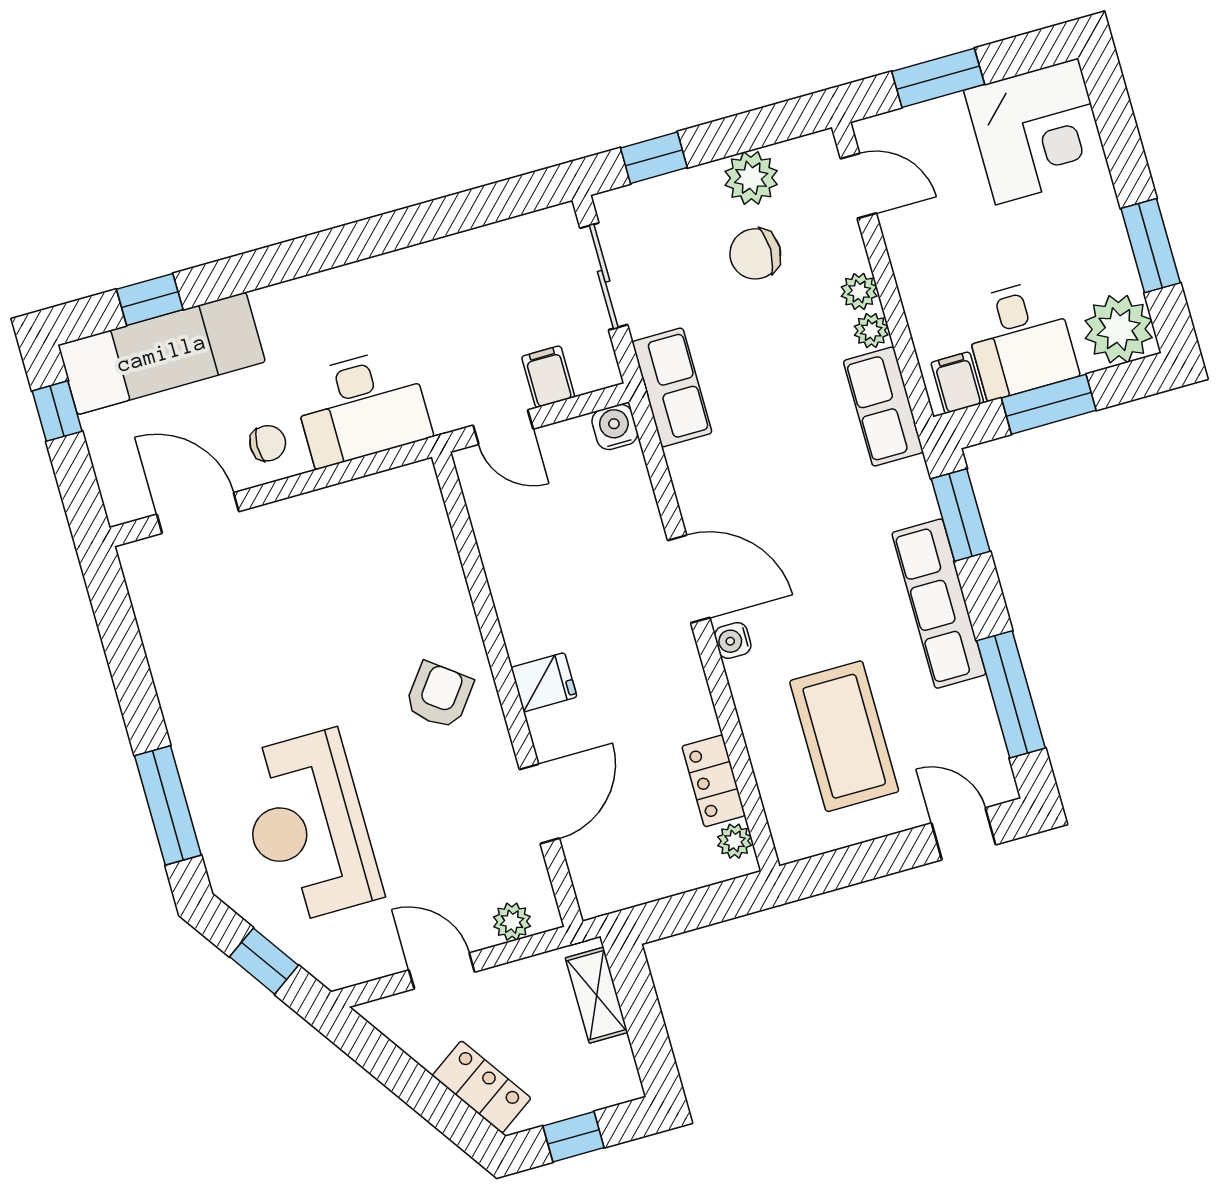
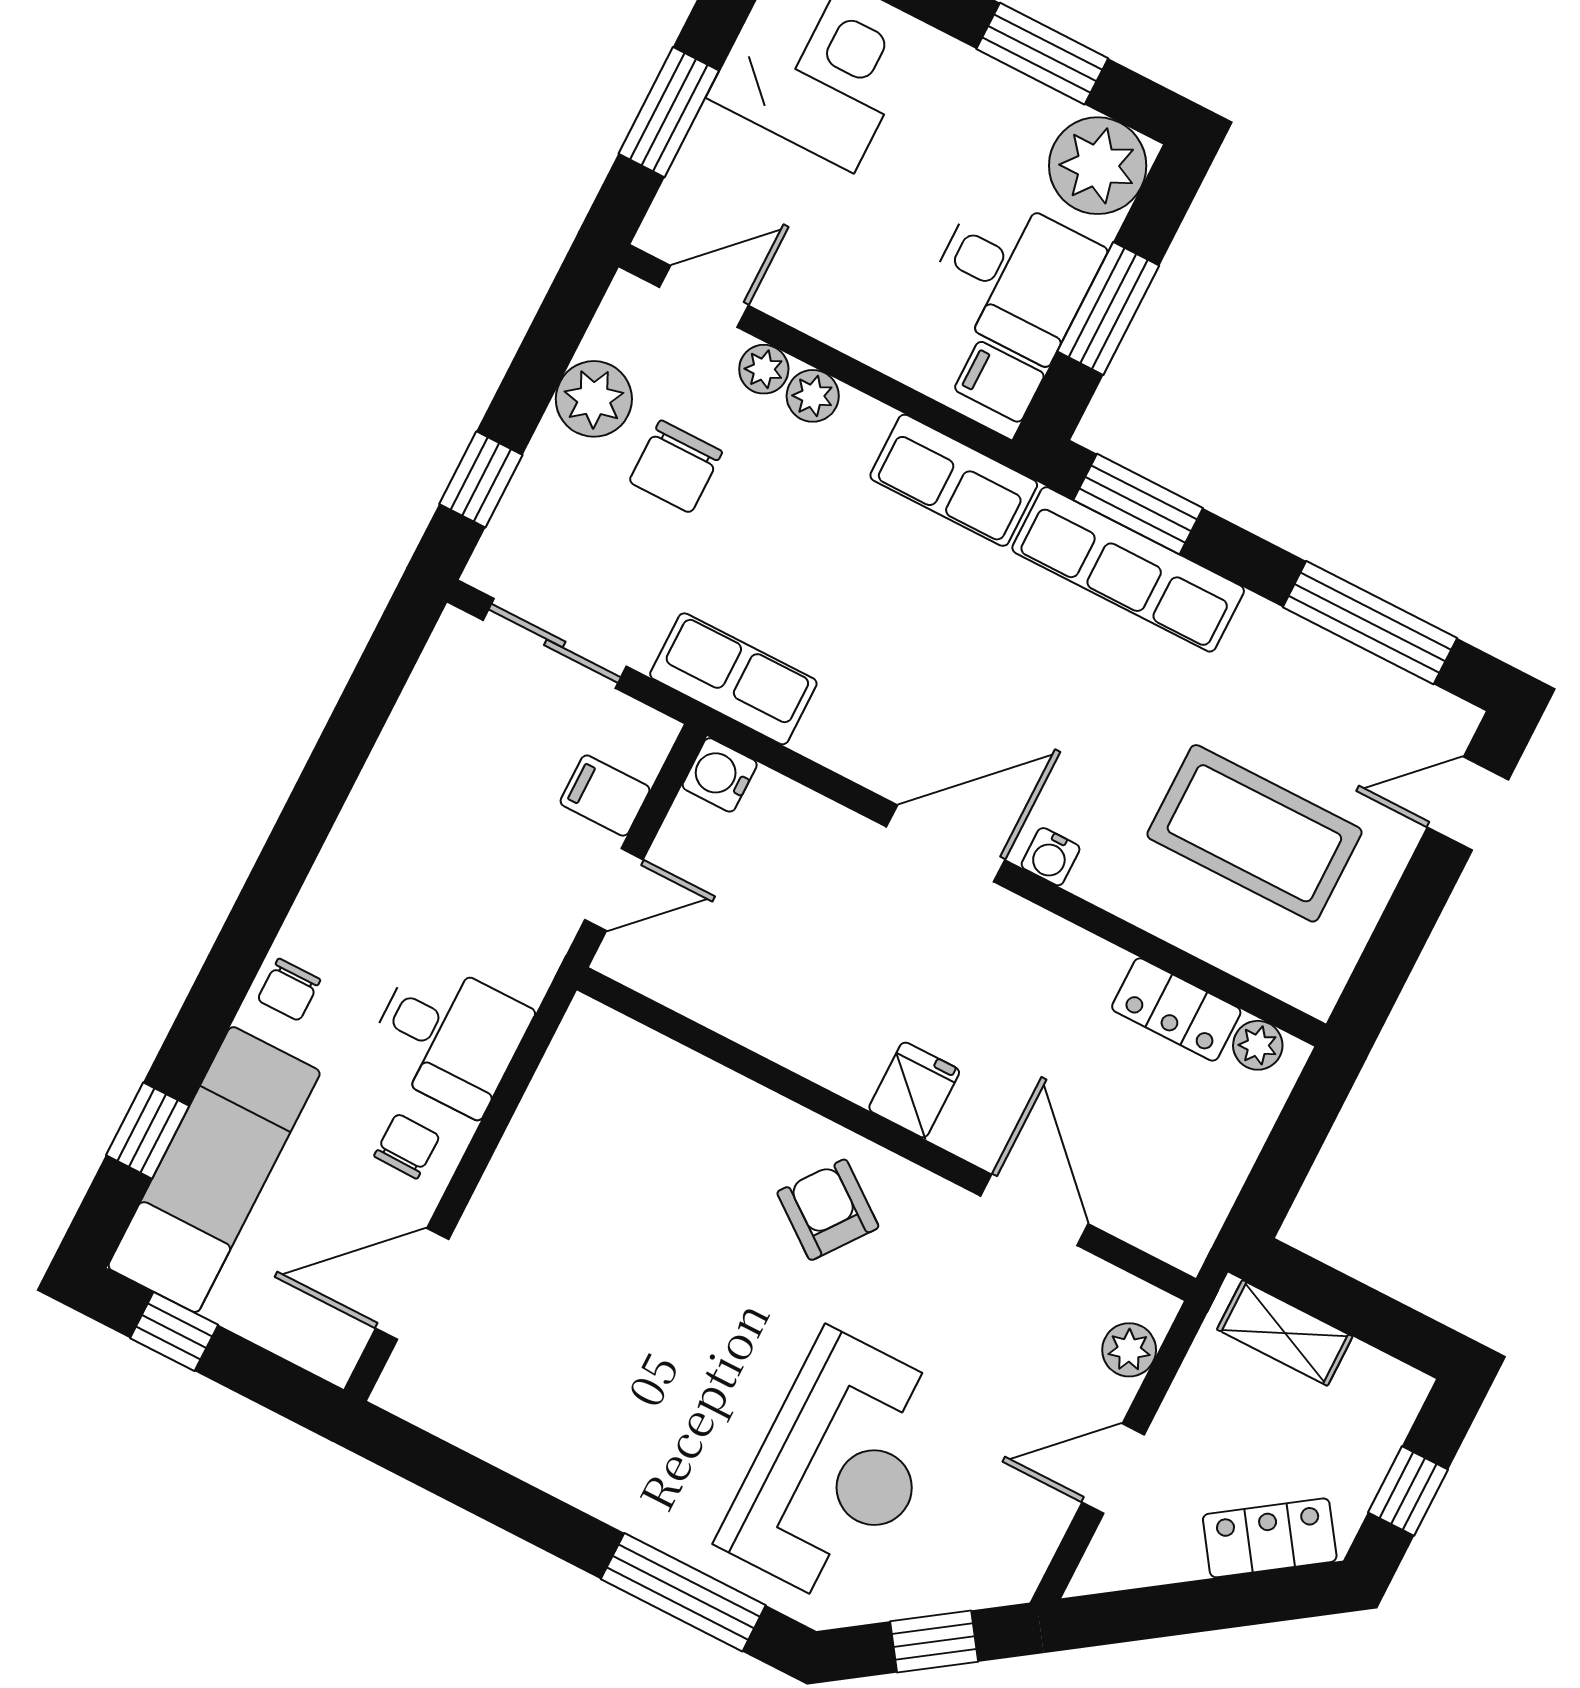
chair: (292, 305) -> (289, 990), added
plant: (871, 331) -> (764, 369), moved
desk: (362, 407) -> (448, 1036), width x0.73
row of seats: (939, 604) -> (1128, 569), moved
reception desk: (308, 827) -> (838, 1469), turned -90

